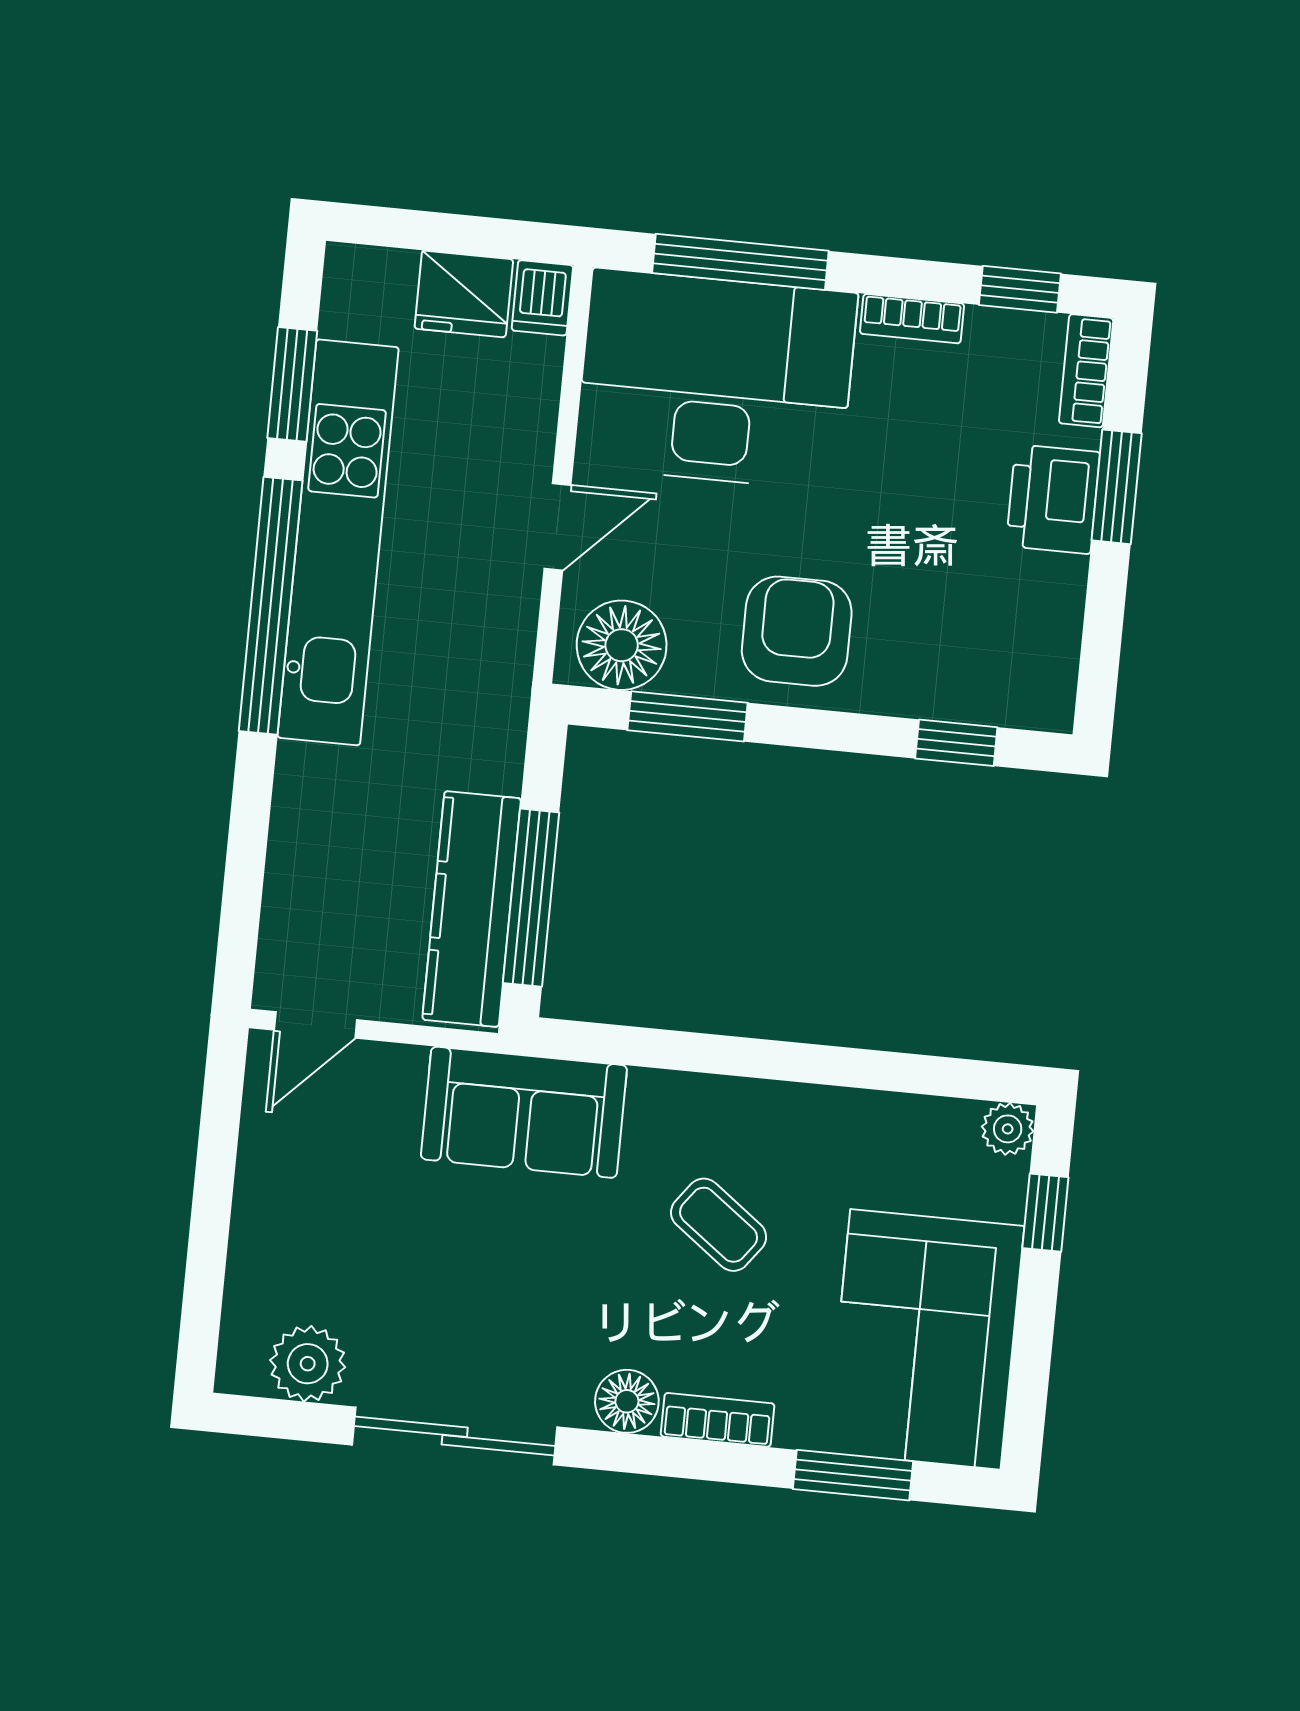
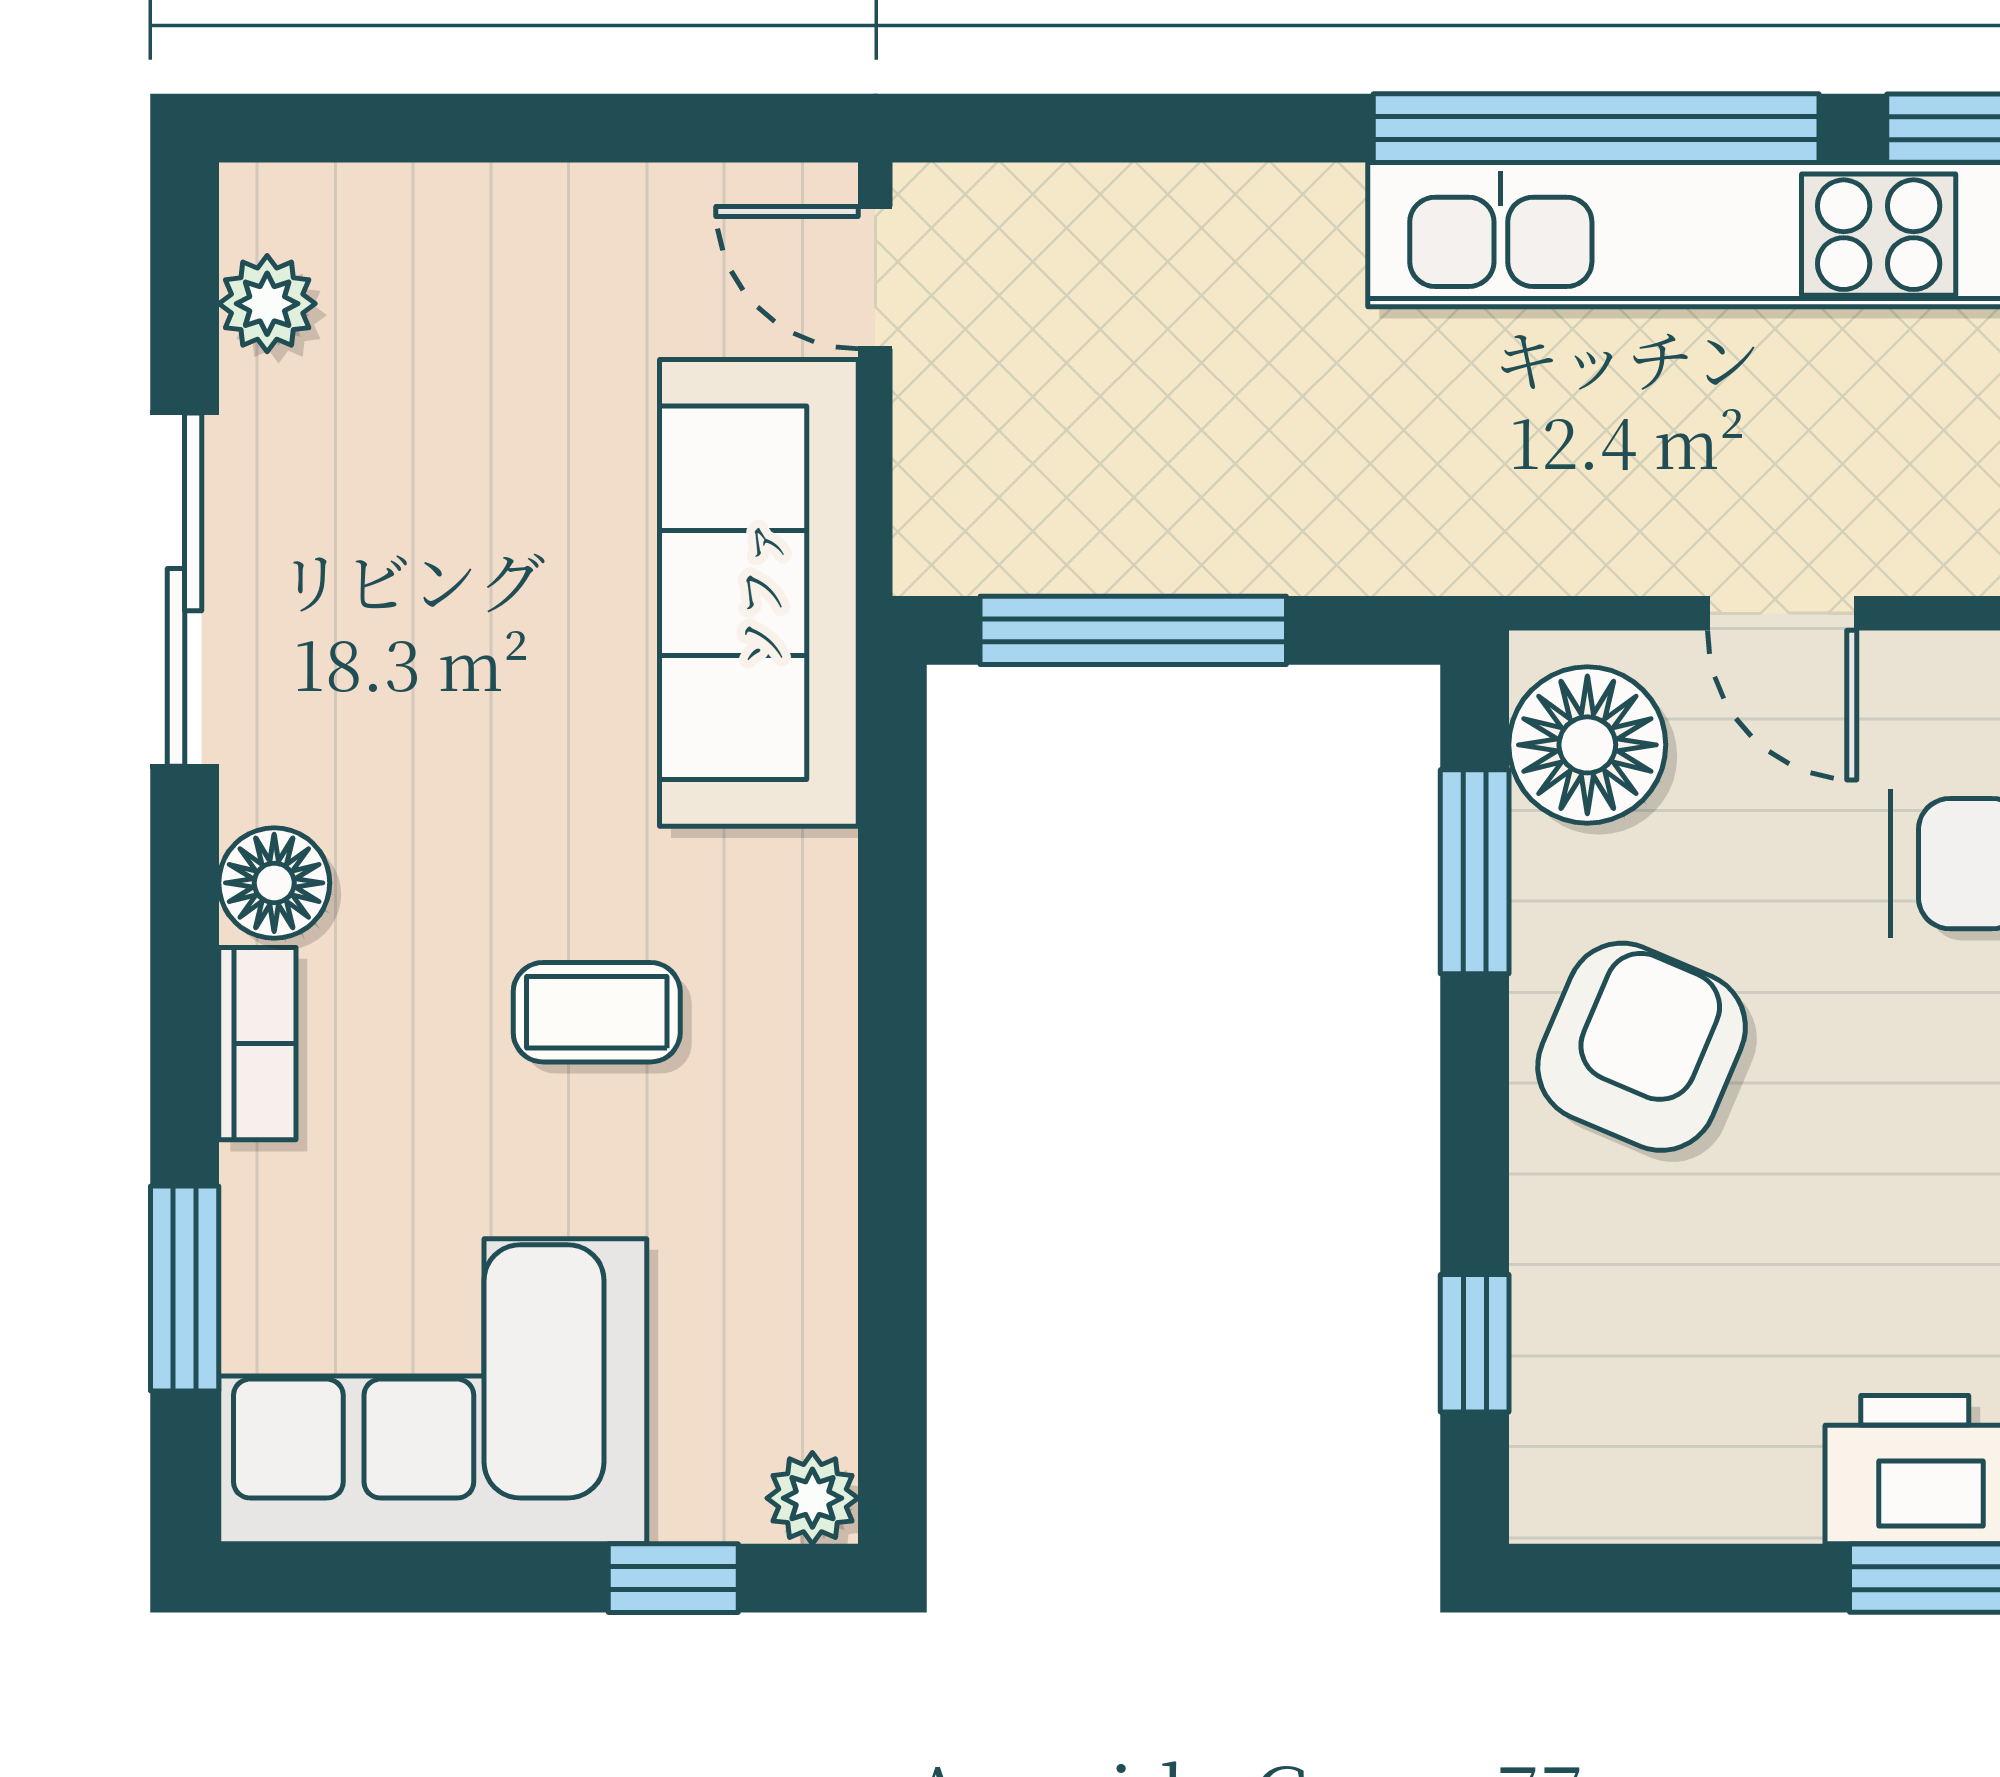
armchair: (797, 631) -> (1642, 1047), turned -67
kitchen counter: (472, 909) -> (1103, 529), removed
sofa: (524, 1112) -> (759, 593), width x1.36
coffee table: (719, 1225) -> (597, 1012), turned 53
plant: (308, 1364) -> (267, 304), width x0.73, depth x0.73

